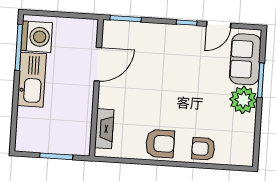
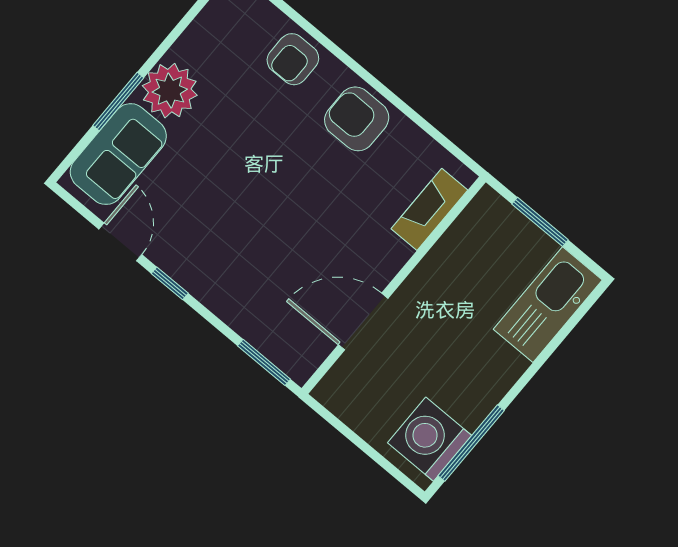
door: (219, 25) -> (120, 242), hinge flipped
kitchen sink: (32, 80) -> (548, 305), moved
armchair: (203, 149) -> (293, 59), turned 90

